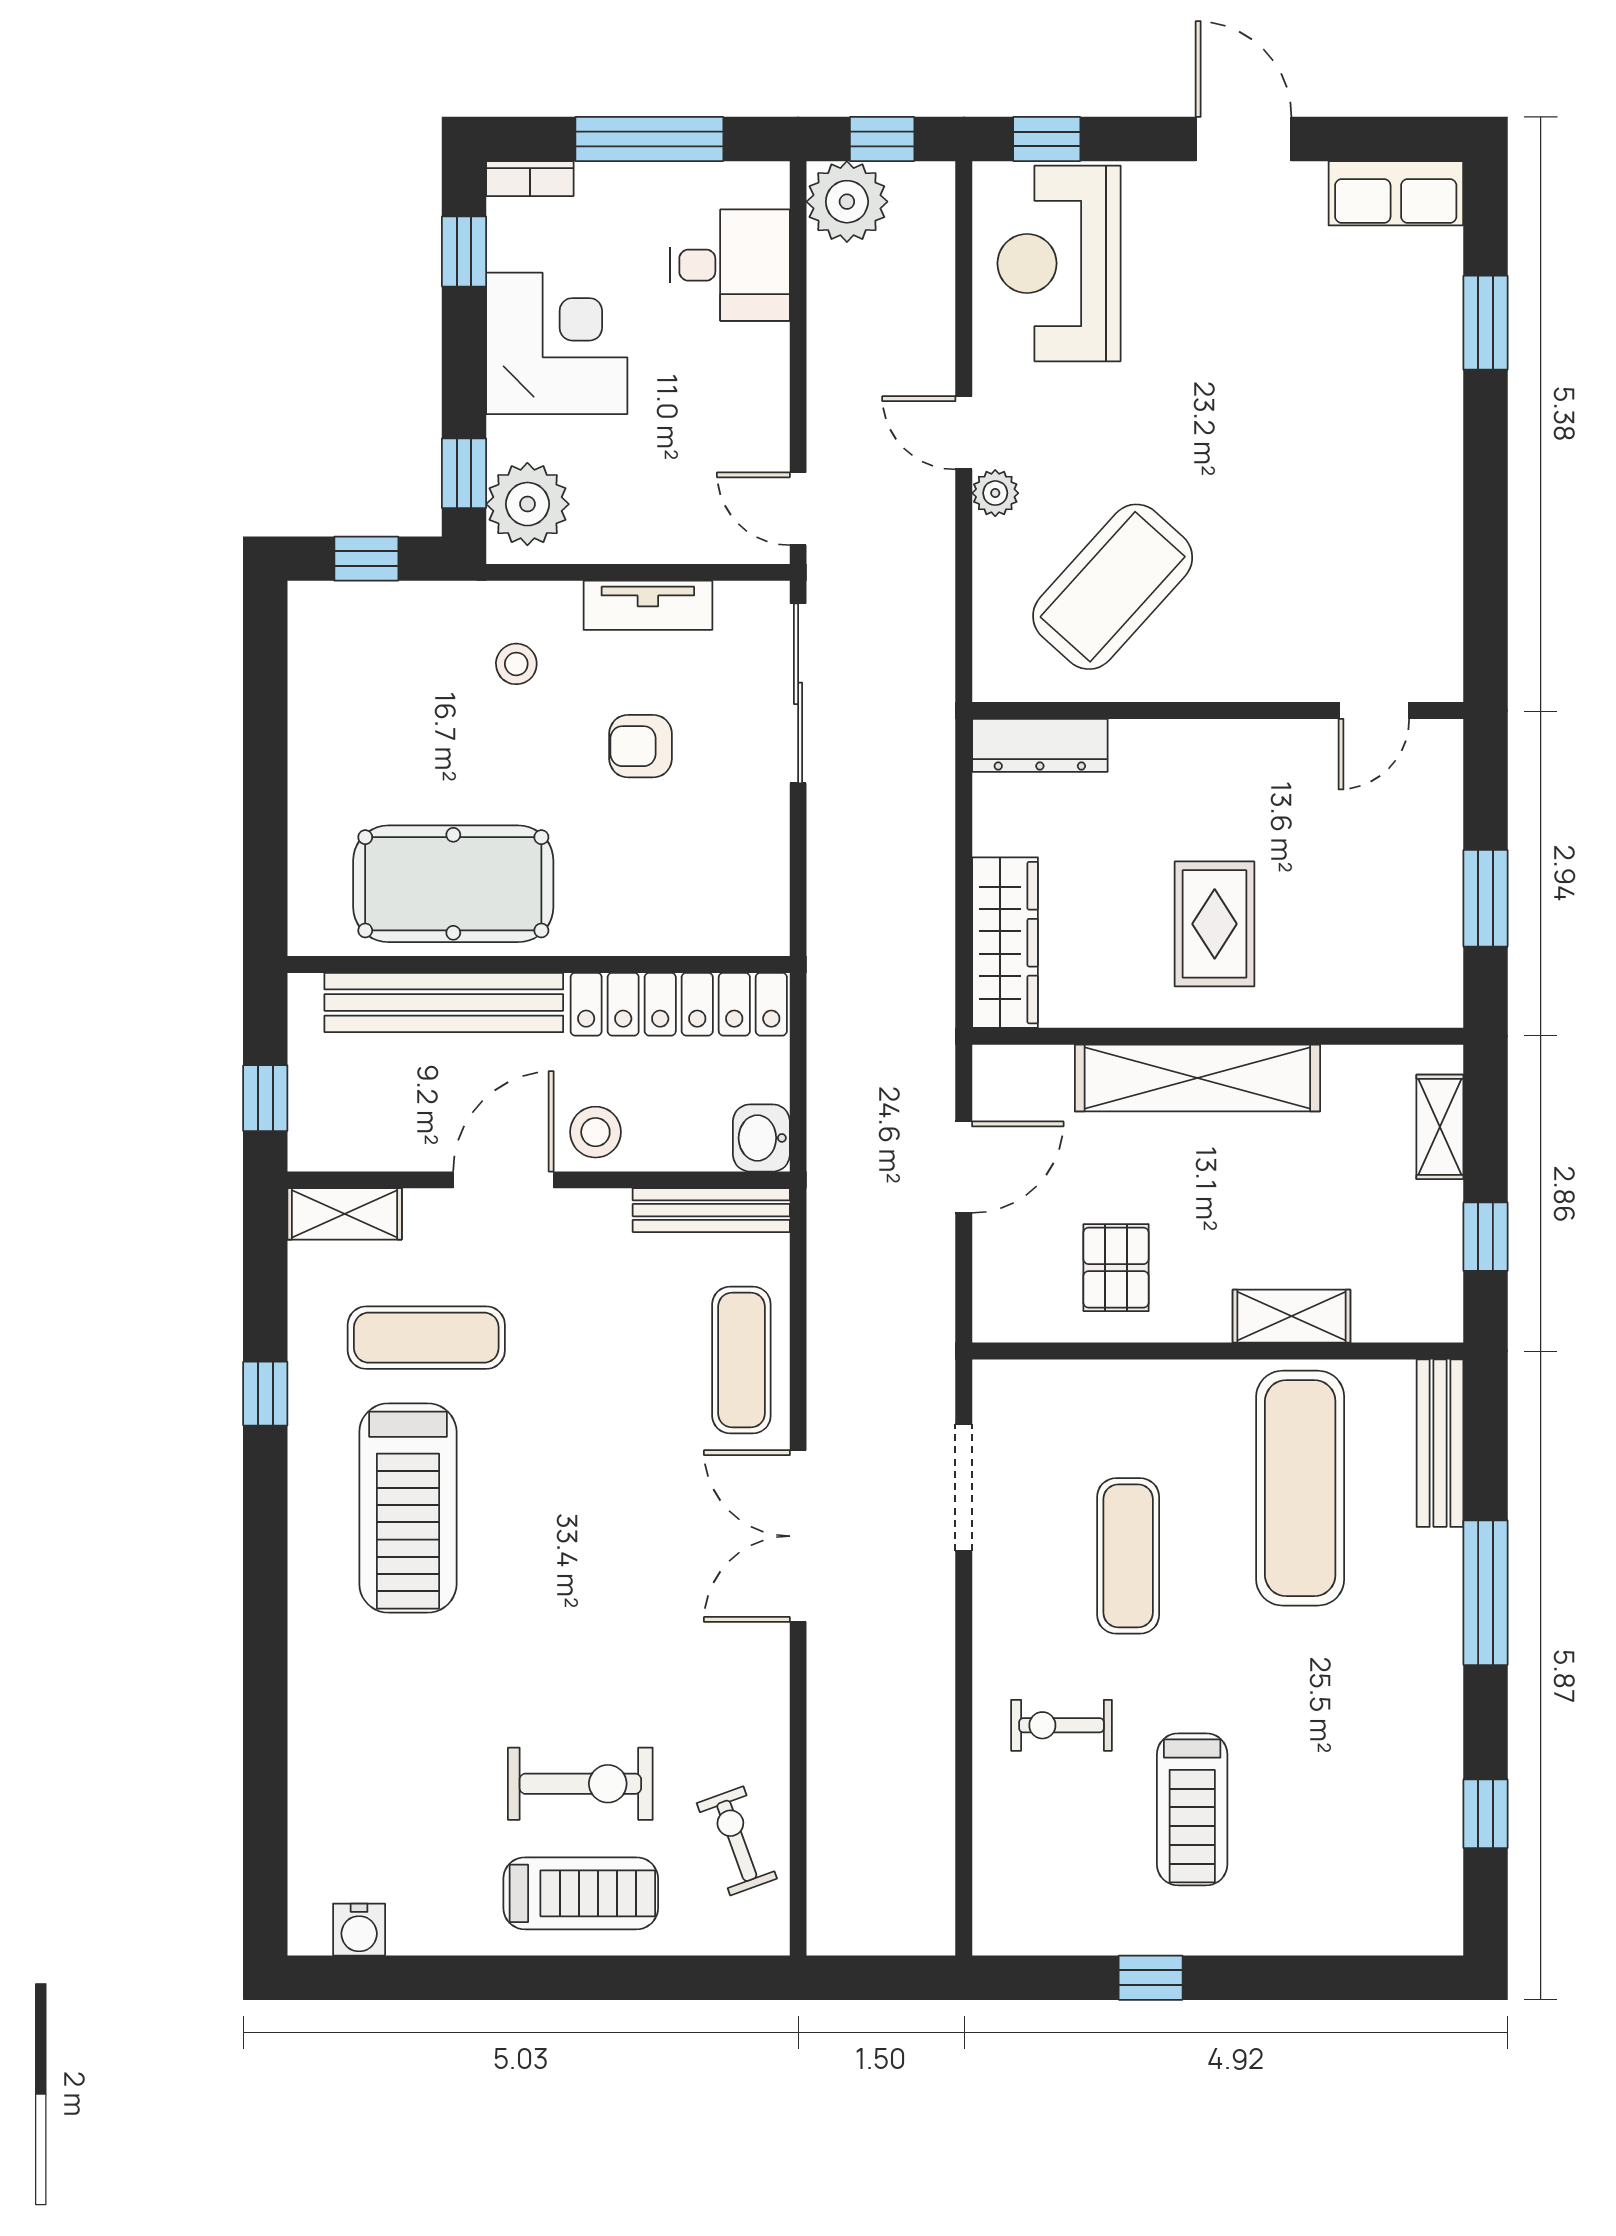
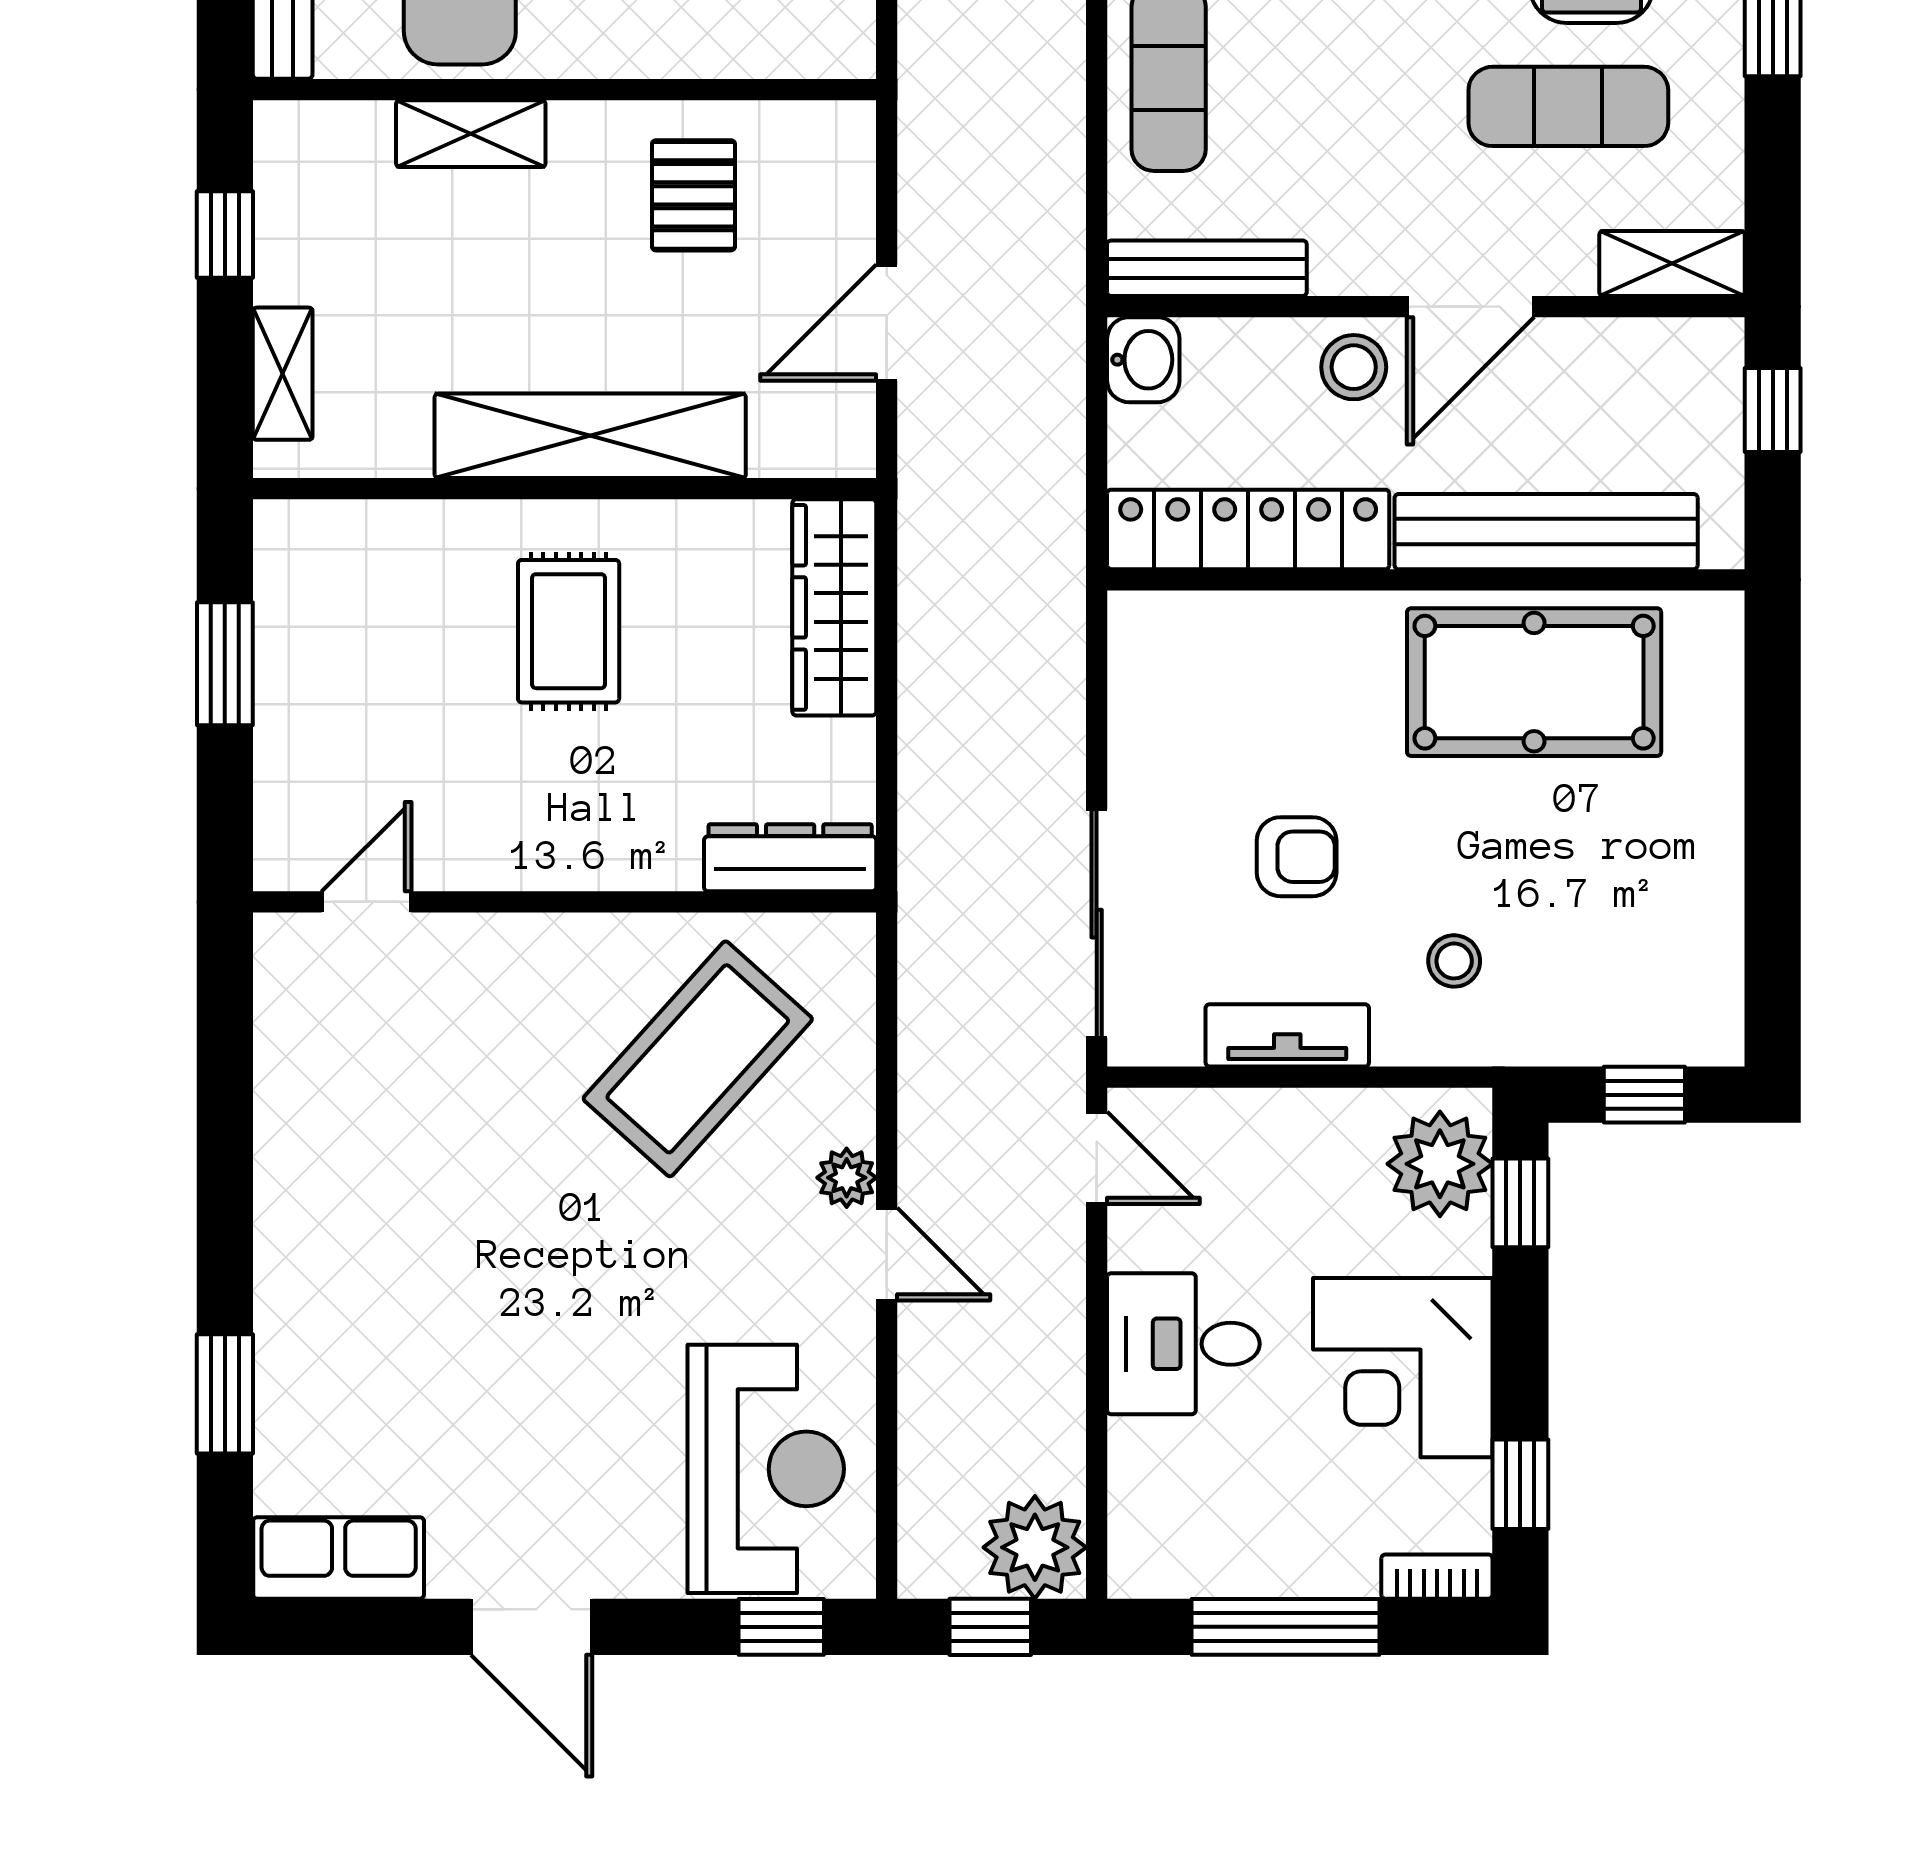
desk: (730, 265) -> (1183, 1344), moved

